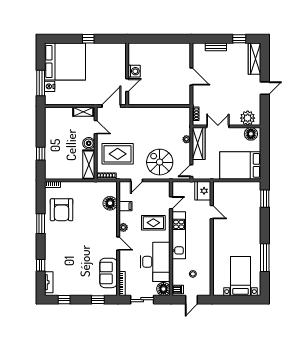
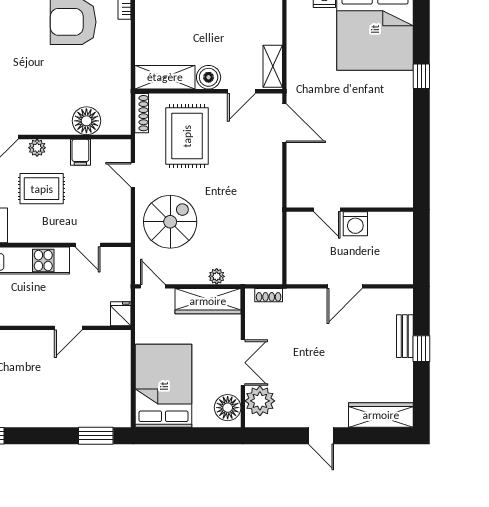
window: (239, 39) -> (421, 349), moved
washing machine: (134, 71) -> (355, 224), moved
wall: (127, 74) -> (350, 210), moved
door: (127, 85) -> (327, 210), moved
double door: (218, 126) -> (243, 363), moved
fridge: (203, 191) -> (121, 314), width x0.53, depth x0.75
rug: (153, 223) -> (42, 189), moved, turned 90

